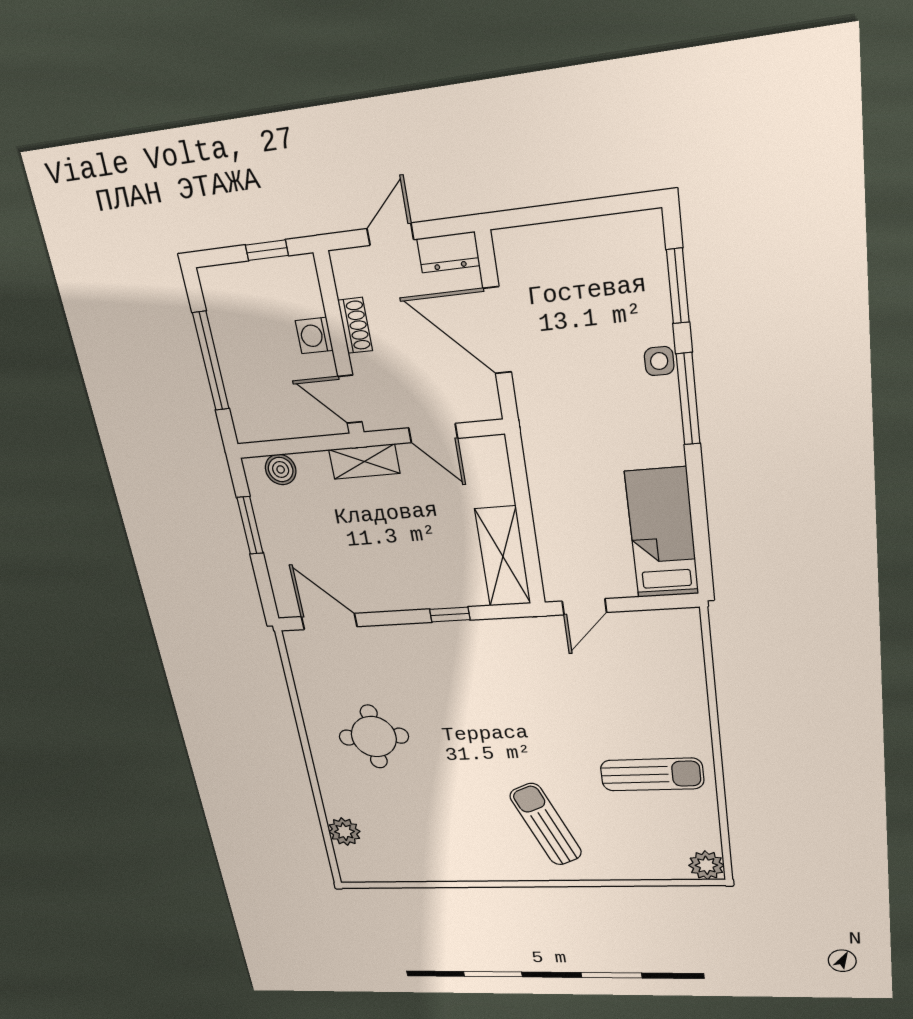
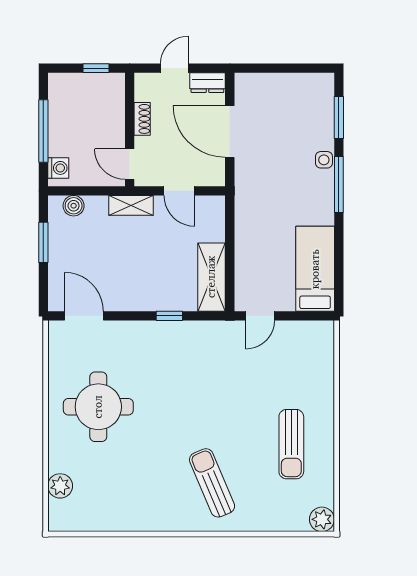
washing machine: (314, 336) -> (58, 168), moved, turned 180
round table: (374, 737) -> (98, 407), width x1.36, depth x1.36
sun lounger: (652, 774) -> (291, 444), turned 90

